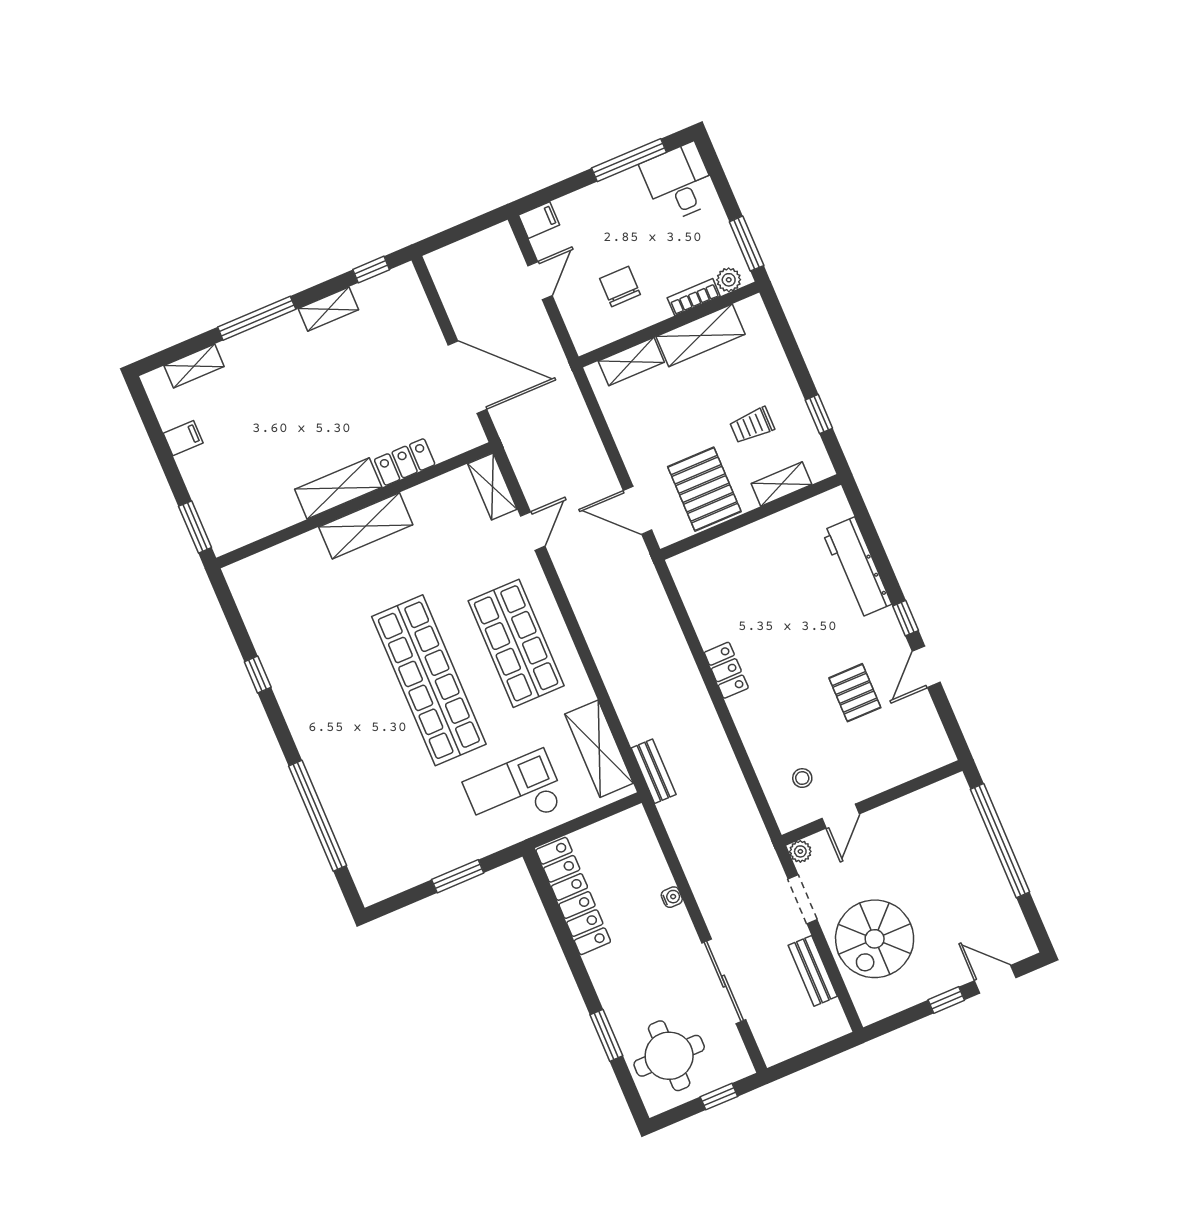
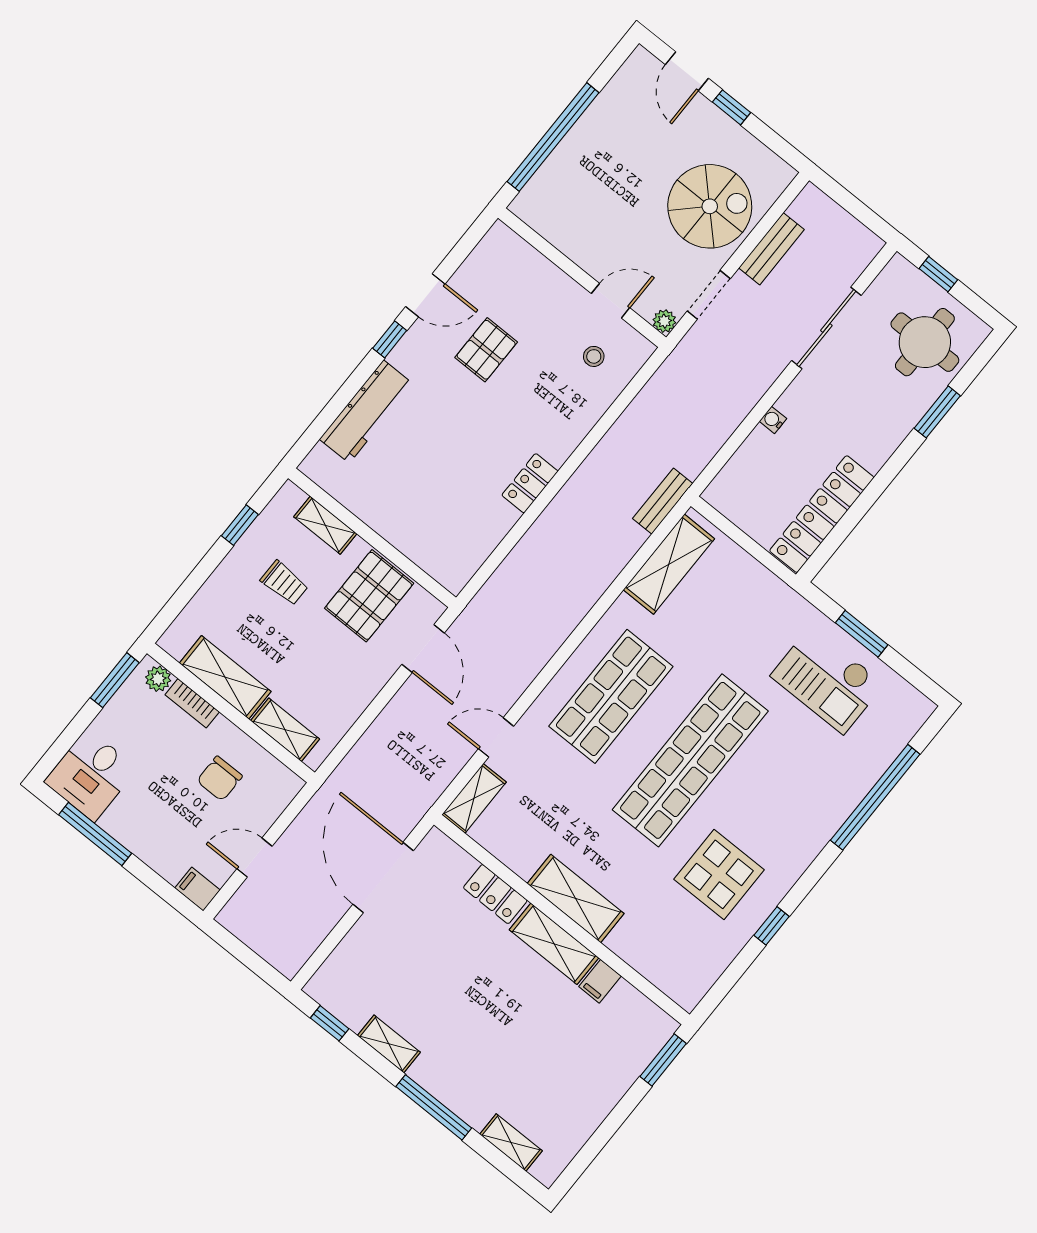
filing cabinet: (183, 438) -> (600, 981), moved, turned -90
display table: (323, 654) -> (719, 874), added
checkout: (515, 793) -> (827, 680), moved

